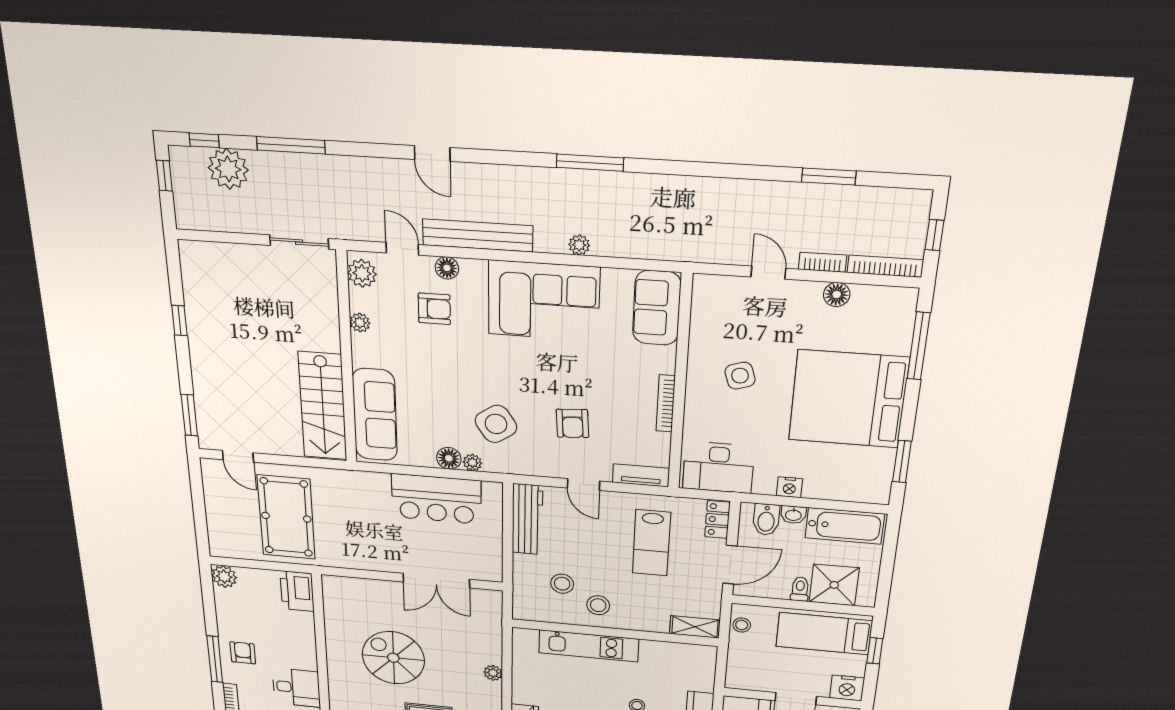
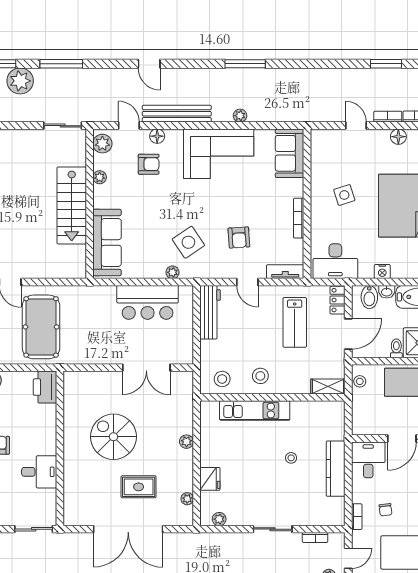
stairs: (323, 406) -> (72, 205), moved
floor lamp: (449, 458) -> (157, 271), removed
stool: (562, 584) -> (222, 379), moved

